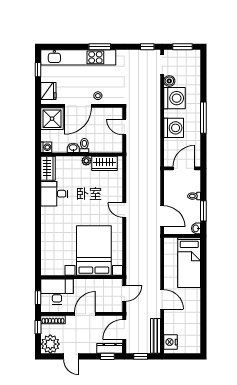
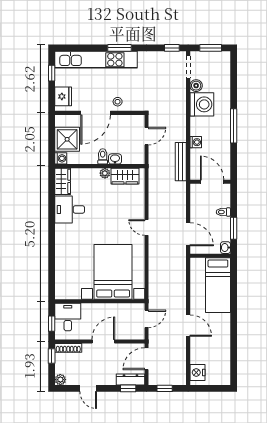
shower: (52, 119) -> (67, 139), moved
door: (124, 127) -> (147, 136), swing flipped
washing machine: (174, 128) -> (196, 142), width x0.53, depth x0.53
washbasin: (73, 148) -> (115, 159), moved
door: (184, 168) -> (212, 182), hinge flipped
desk: (57, 292) -> (68, 317), width x0.73
bench: (155, 336) -> (181, 162), moved
plant: (50, 344) -> (60, 380), width x0.53, depth x0.53

